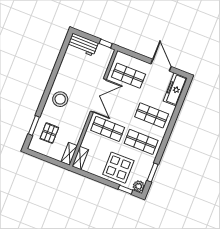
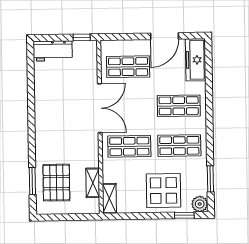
door: (161, 65) -> (165, 36), swing flipped
stool: (60, 99) -> (52, 133), removed
pallet: (49, 133) -> (56, 183), width x1.50, depth x1.42
shelving: (69, 154) -> (93, 183), moved

